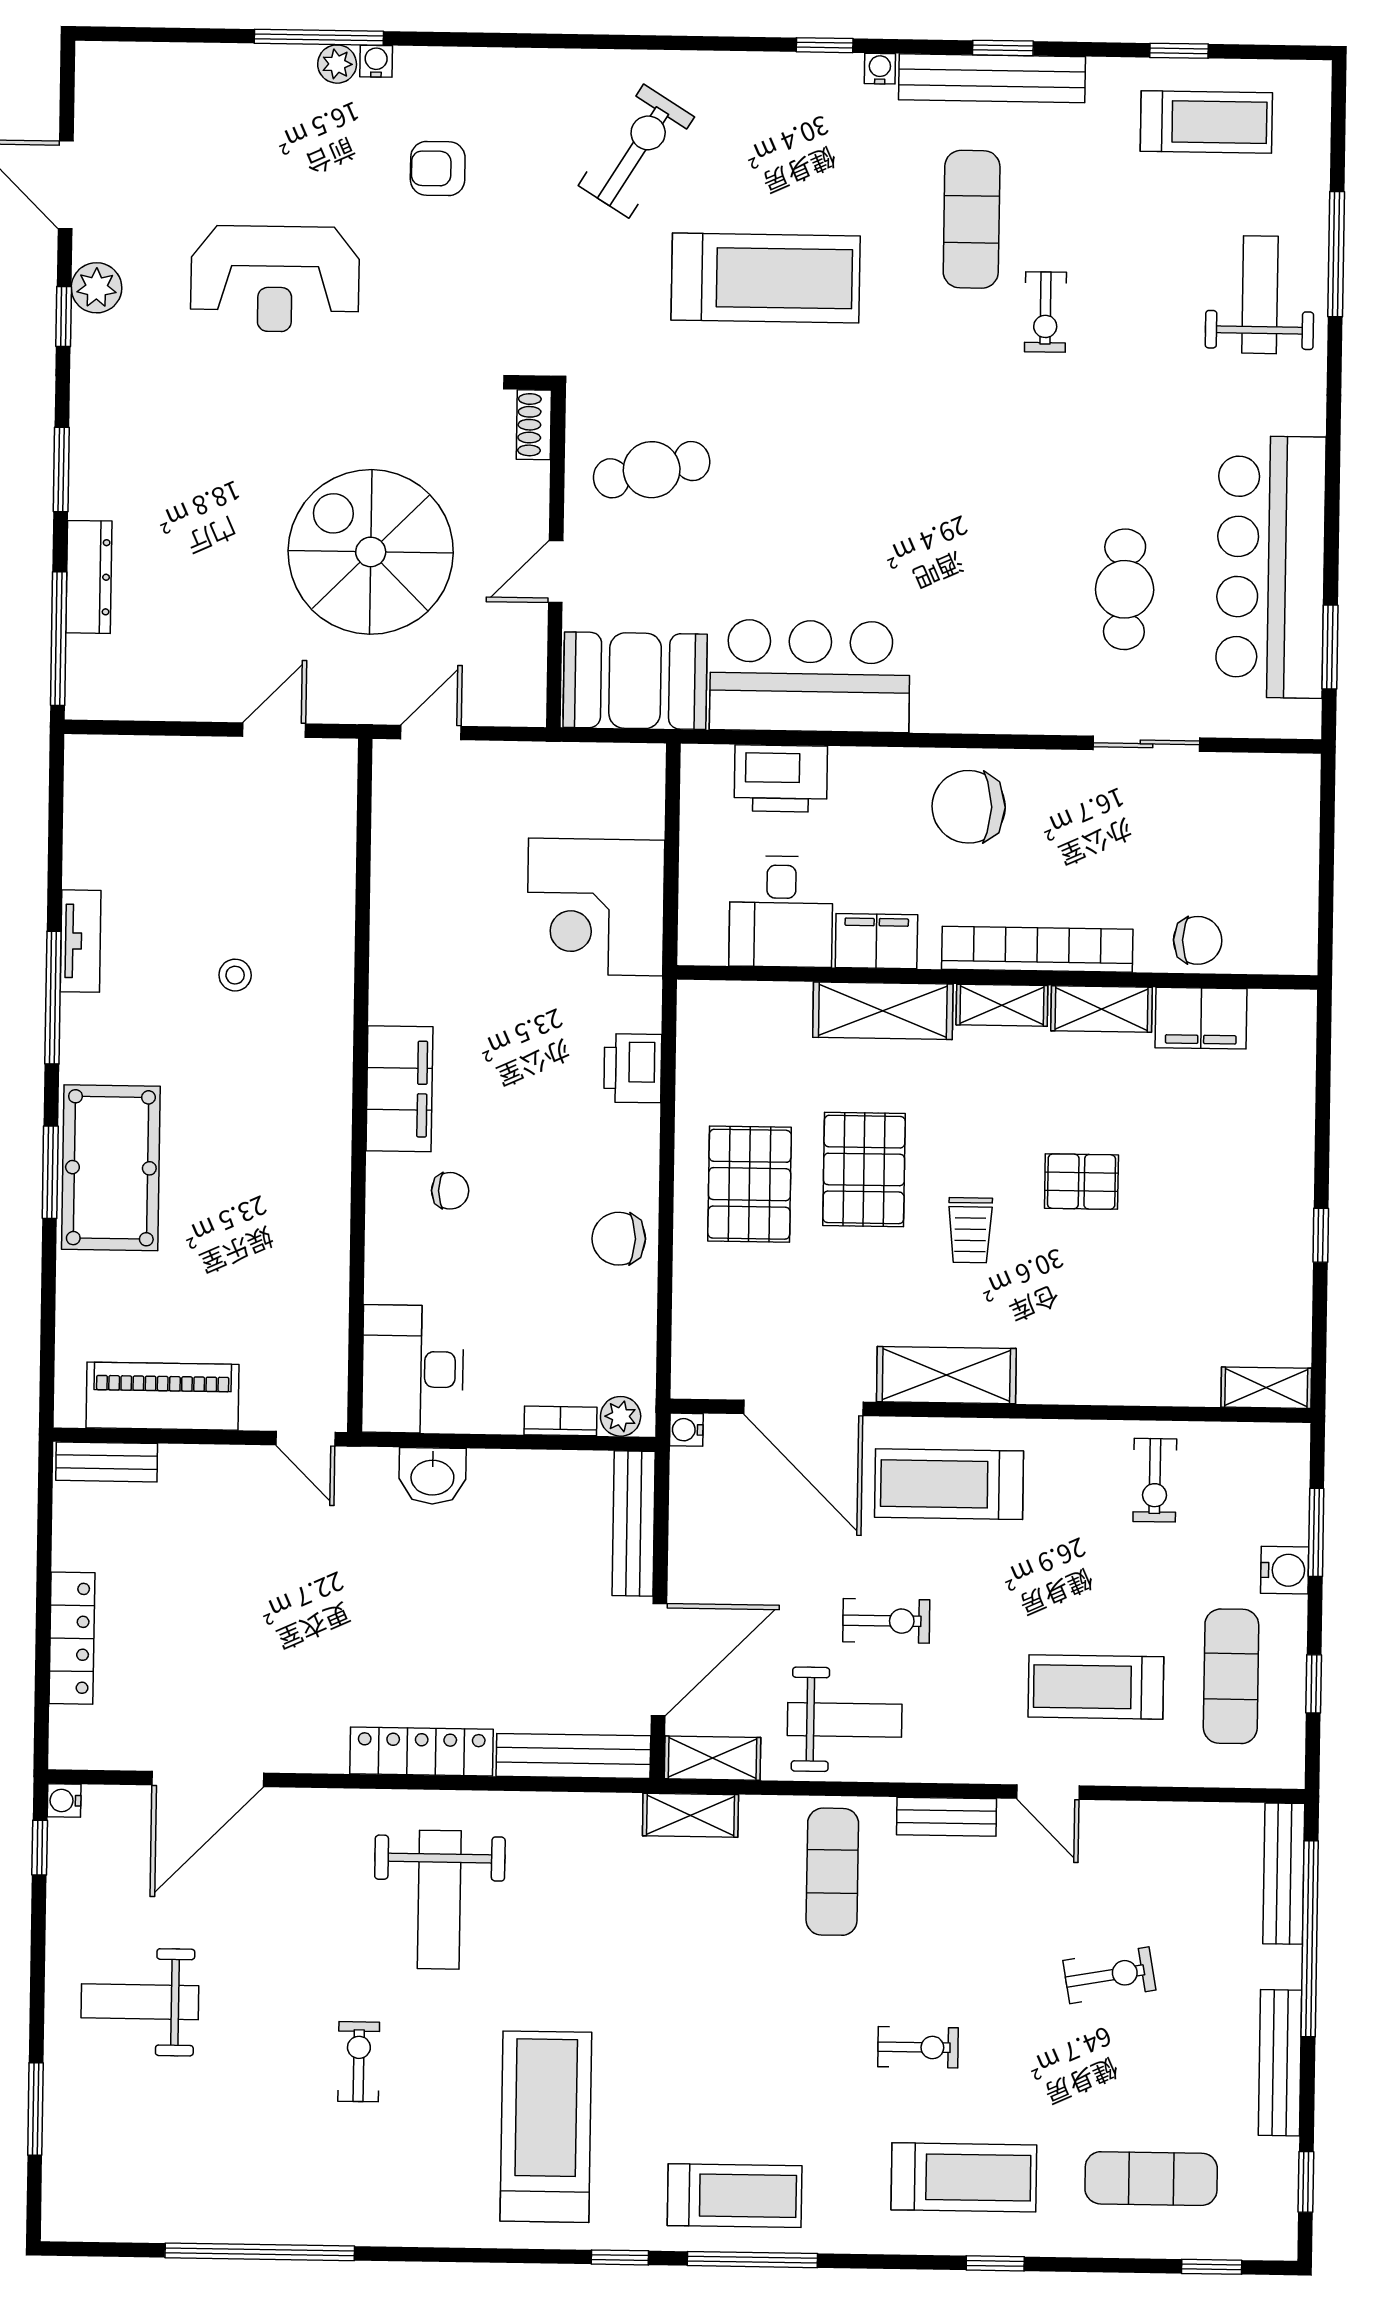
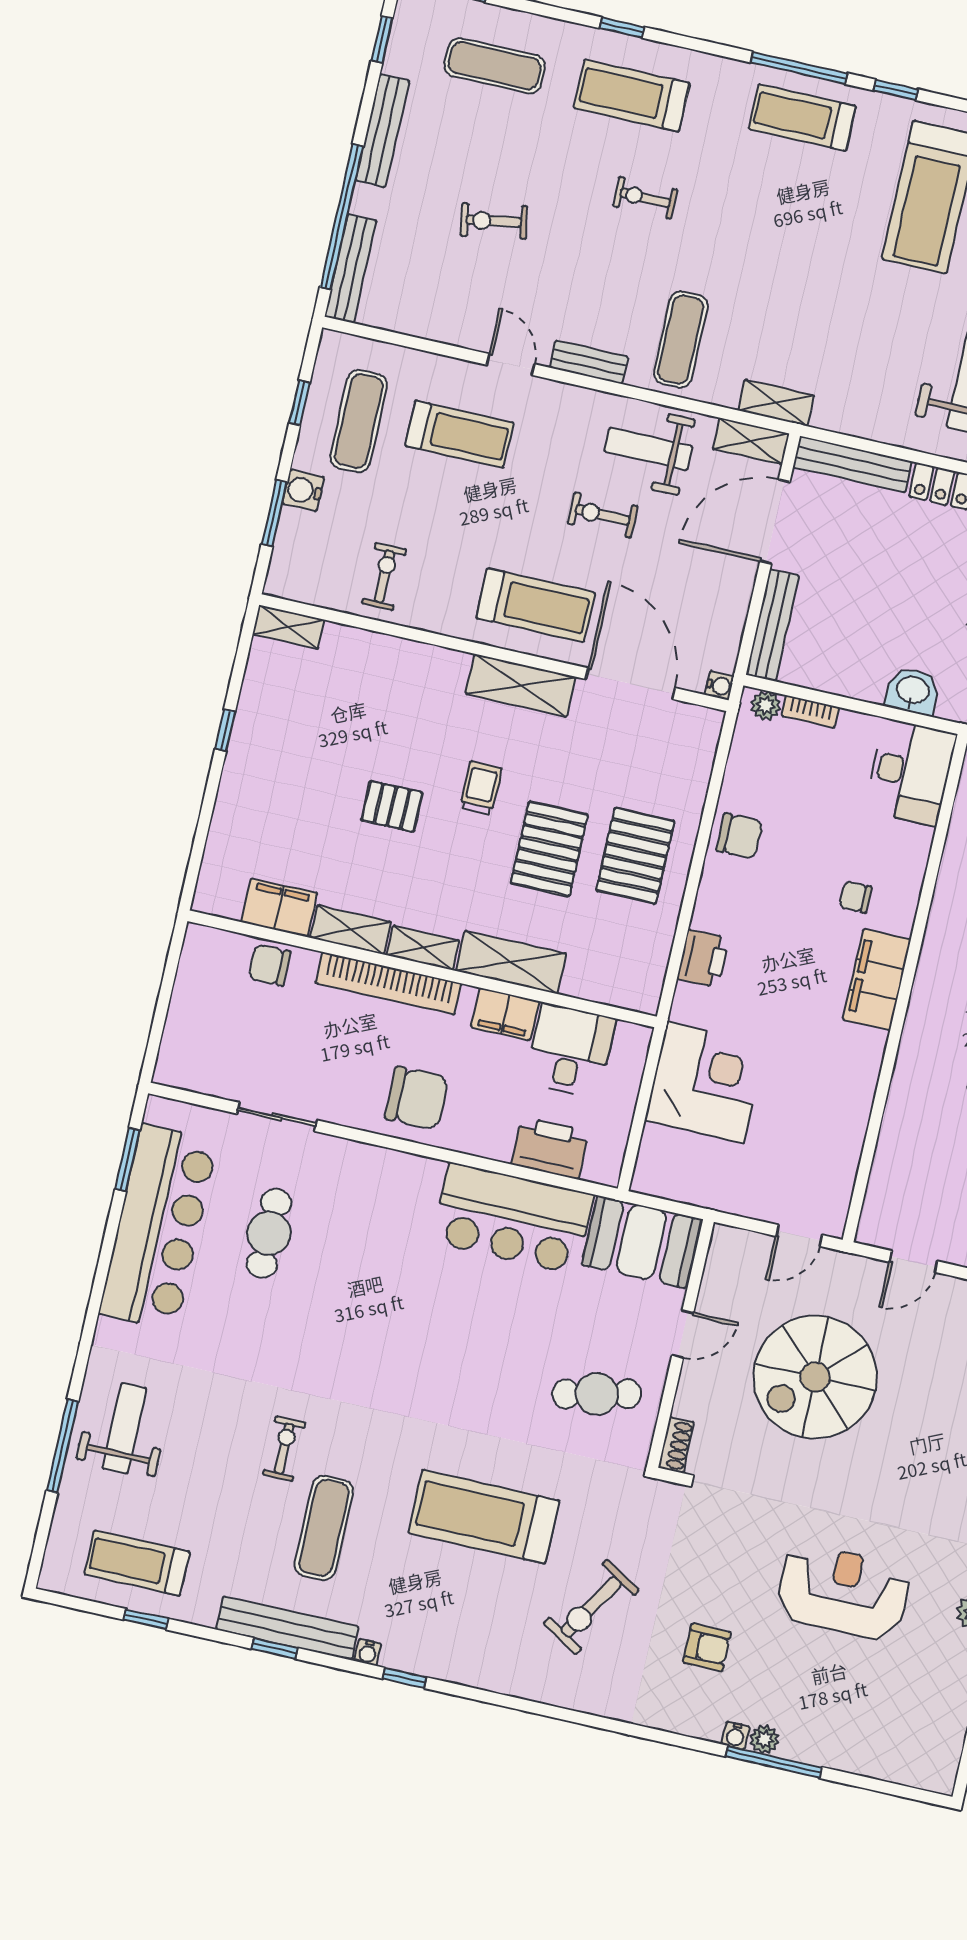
exercise bike: (636, 151) -> (591, 1607), moved
weight bench: (1260, 295) -> (124, 1428), turned 180
spiral stairs: (371, 552) -> (815, 1377), turned 90

